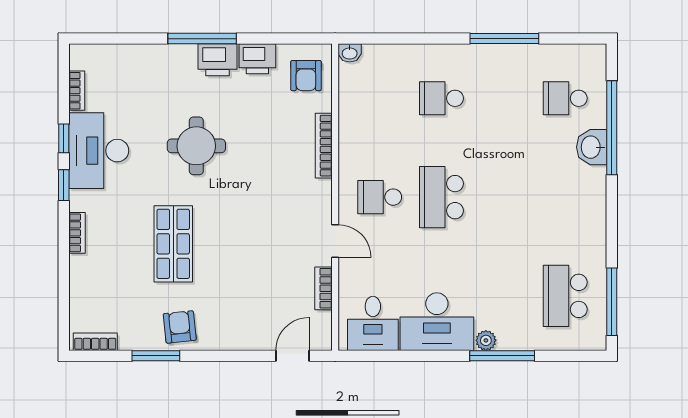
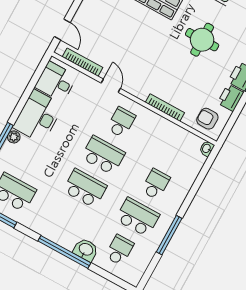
school desk: (503, 98) -> (138, 217), added
window: (612, 128) -> (64, 252), moved
school desk: (503, 197) -> (85, 188), added
door: (335, 241) -> (111, 86), swing flipped
bookcase: (323, 288) -> (83, 62), width x1.56

